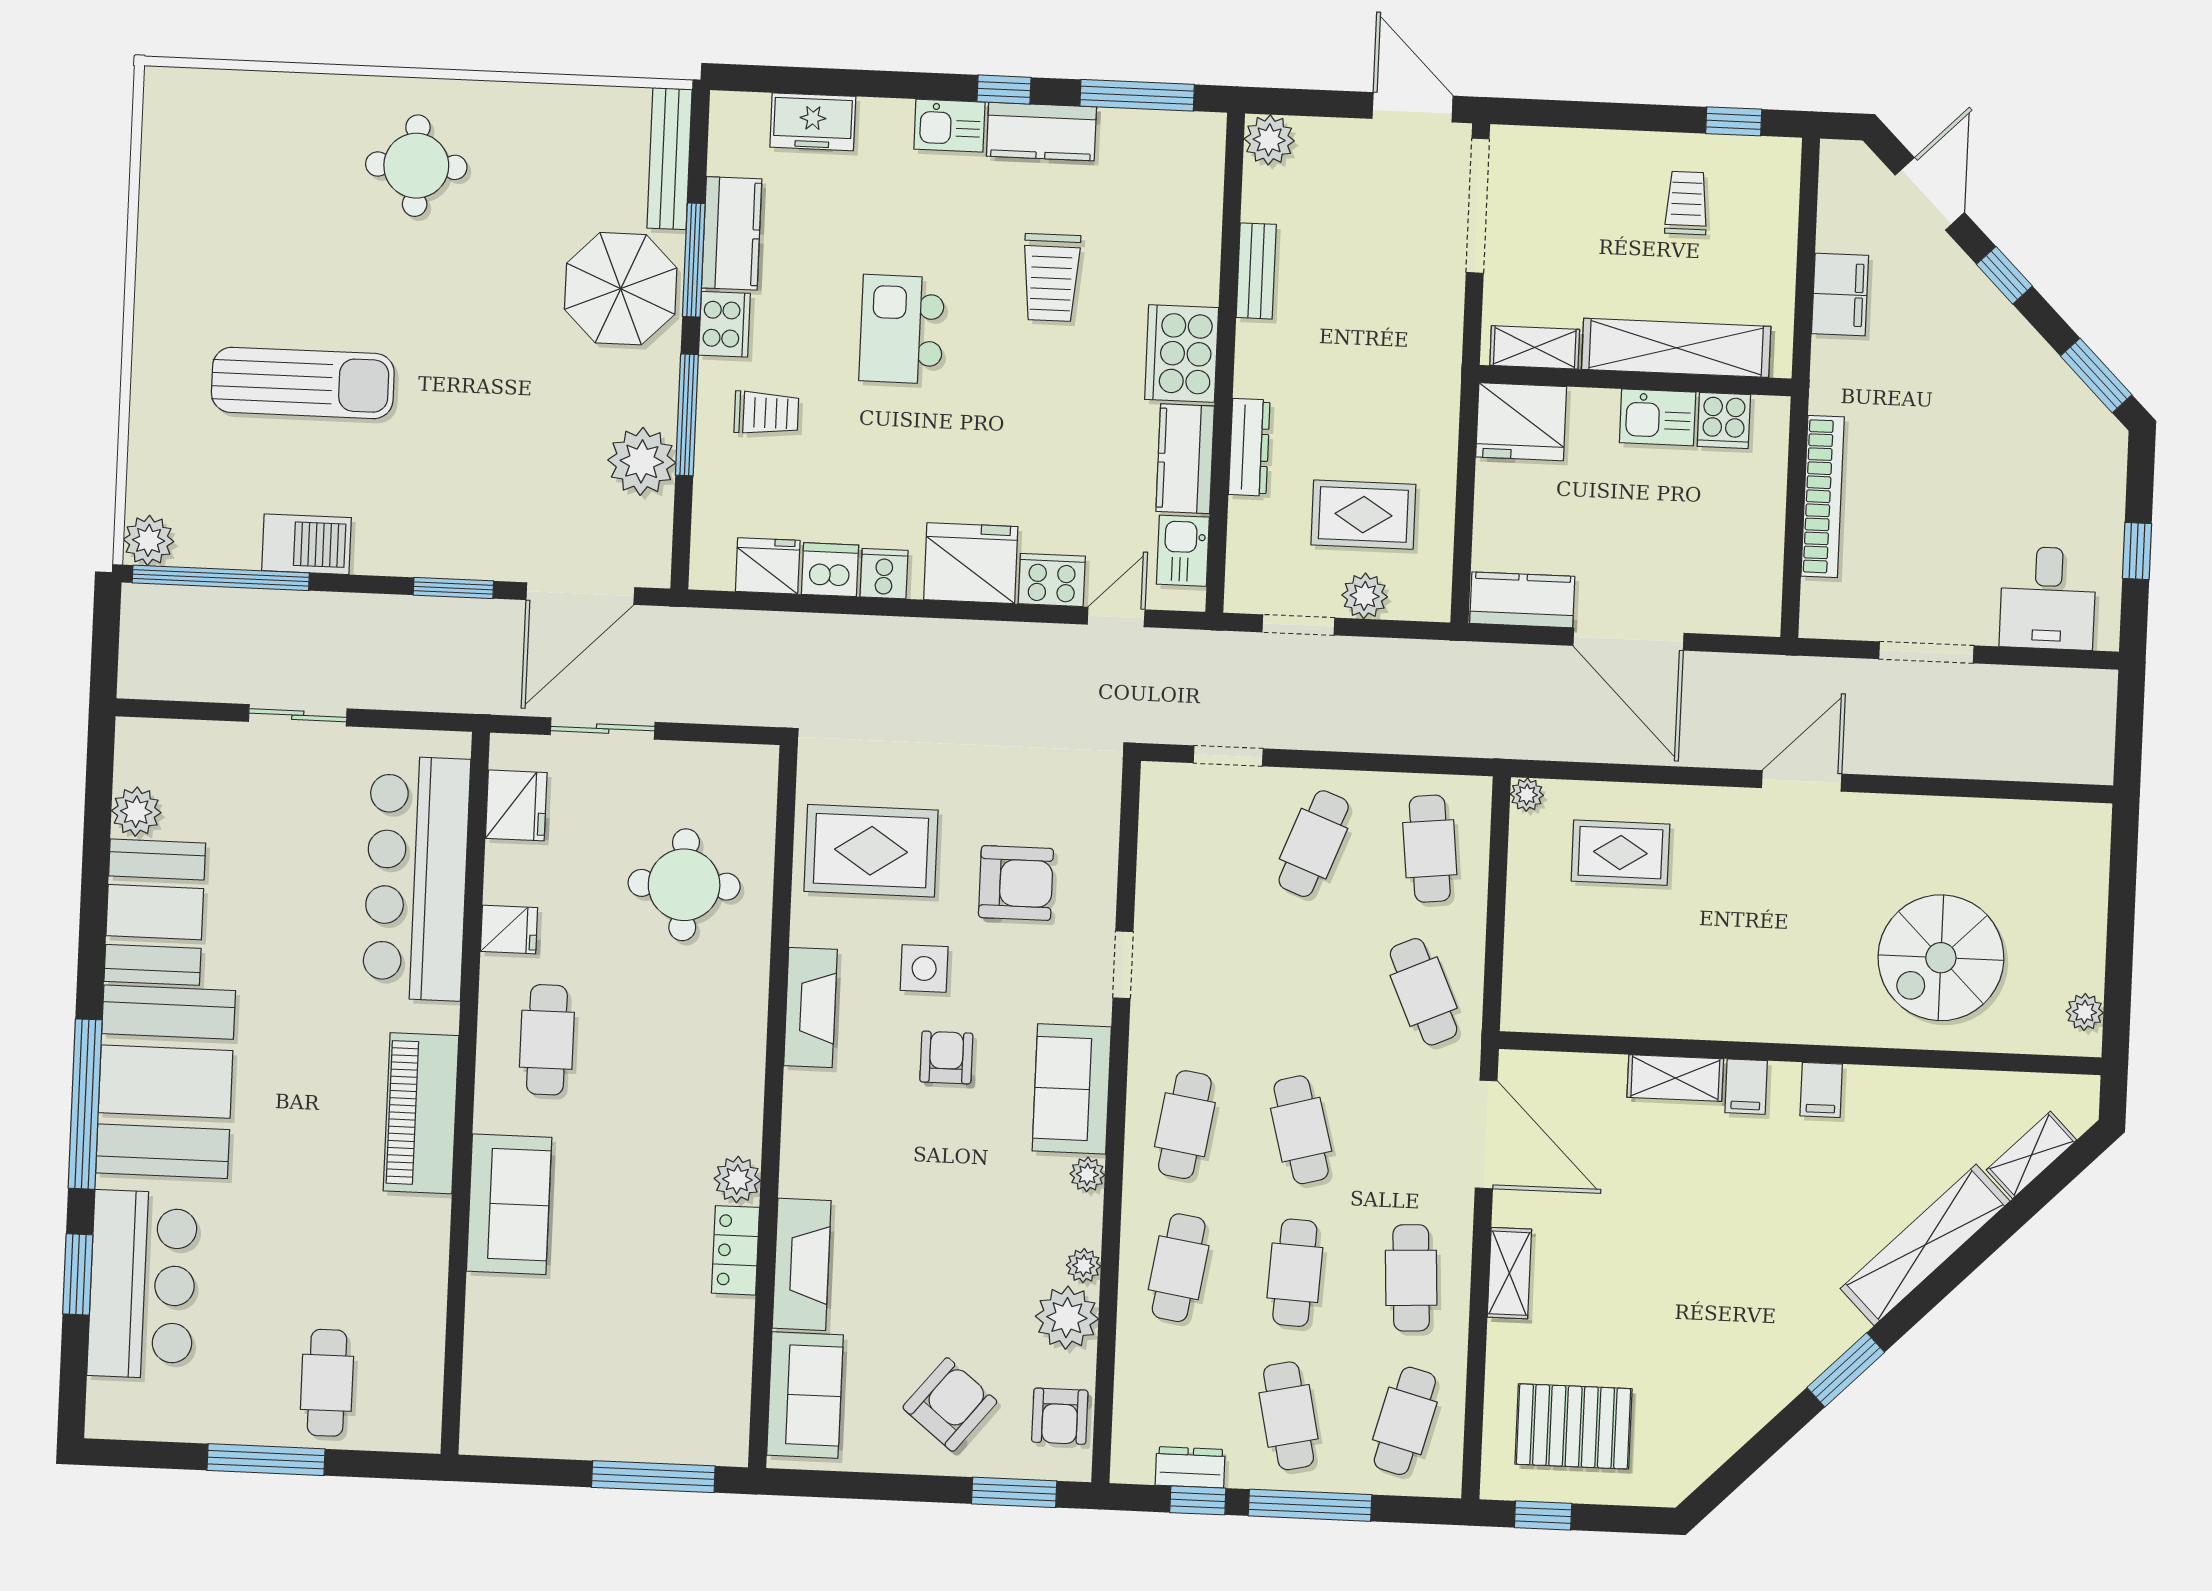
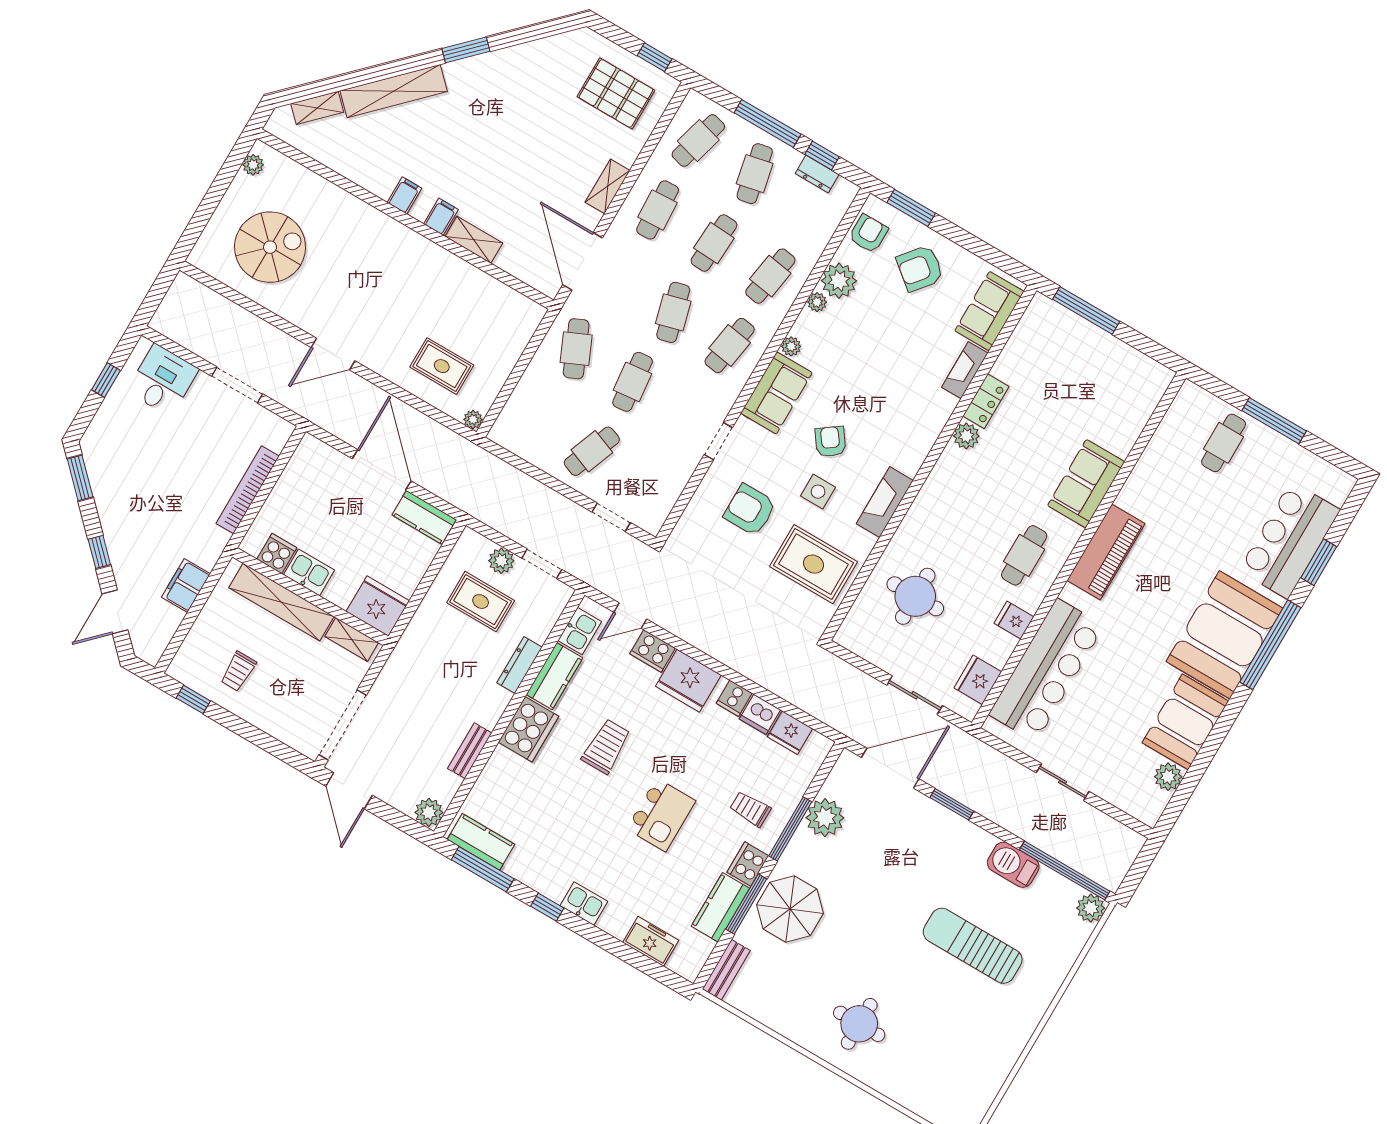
kitchen counter: (1041, 132) -> (481, 842), moved
bench: (669, 159) -> (726, 970), width x0.73
trolley: (1051, 277) -> (606, 746), moved
cafe table: (1430, 849) -> (633, 382), moved
spiral stairs: (1941, 958) -> (270, 247), moved
armchair: (946, 1057) -> (830, 442), turned 144
fireplace: (802, 1264) -> (965, 370), width x0.73, depth x0.76

